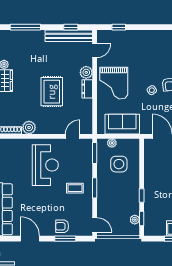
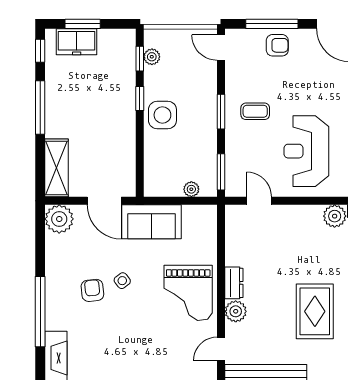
grand piano: (114, 83) -> (188, 293), turned 180
rug: (52, 92) -> (315, 311), moved
sofa: (122, 124) -> (151, 222), moved
door: (73, 136) -> (259, 201), swing flipped
side table: (119, 164) -> (162, 115), moved
window: (65, 239) -> (272, 24), width x1.44

